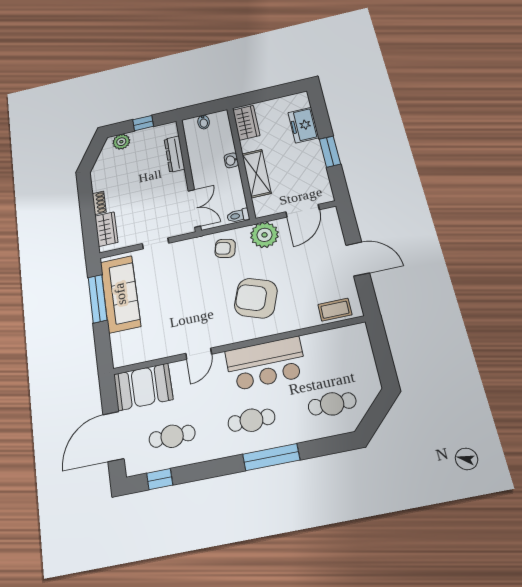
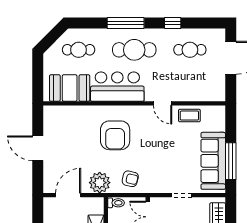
armchair: (256, 298) -> (115, 135), turned 70
coffee table: (335, 310) -> (189, 116), moved
door: (199, 354) -> (163, 103), swing flipped
booth: (143, 387) -> (70, 88), moved
cafe table: (251, 420) -> (134, 50), width x1.37, depth x1.35
window: (160, 479) -> (173, 23), moved

